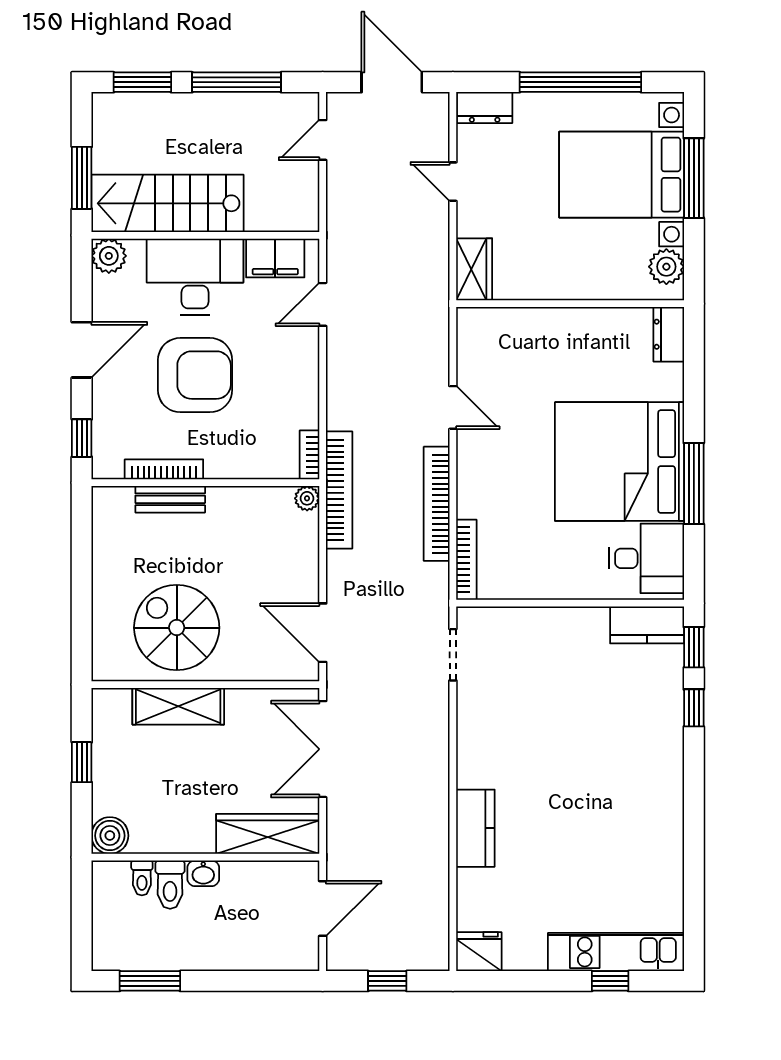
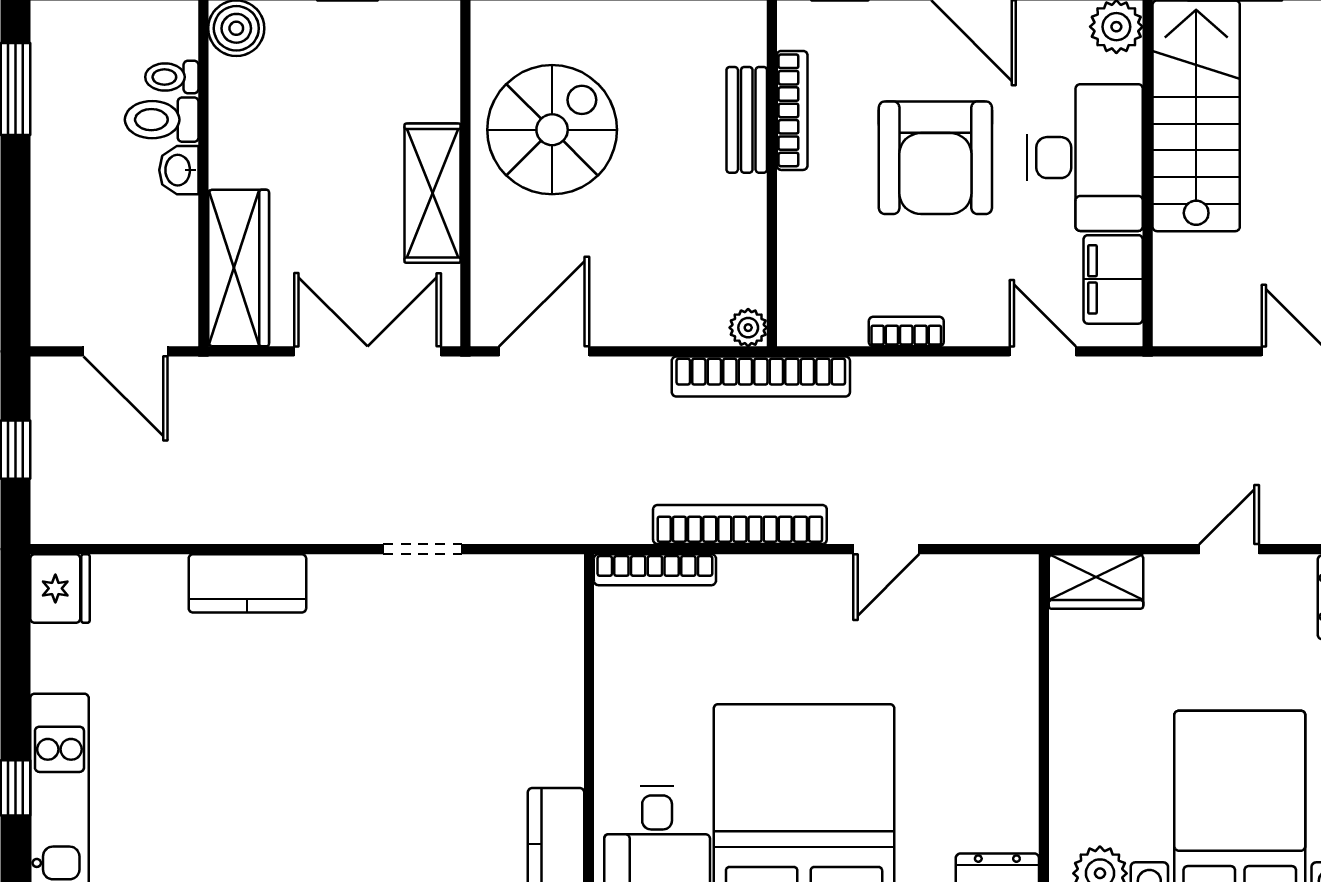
bookcase: (310, 455) -> (906, 331), moved
doorway: (453, 655) -> (423, 549), moved
shelving: (178, 706) -> (433, 193), moved

